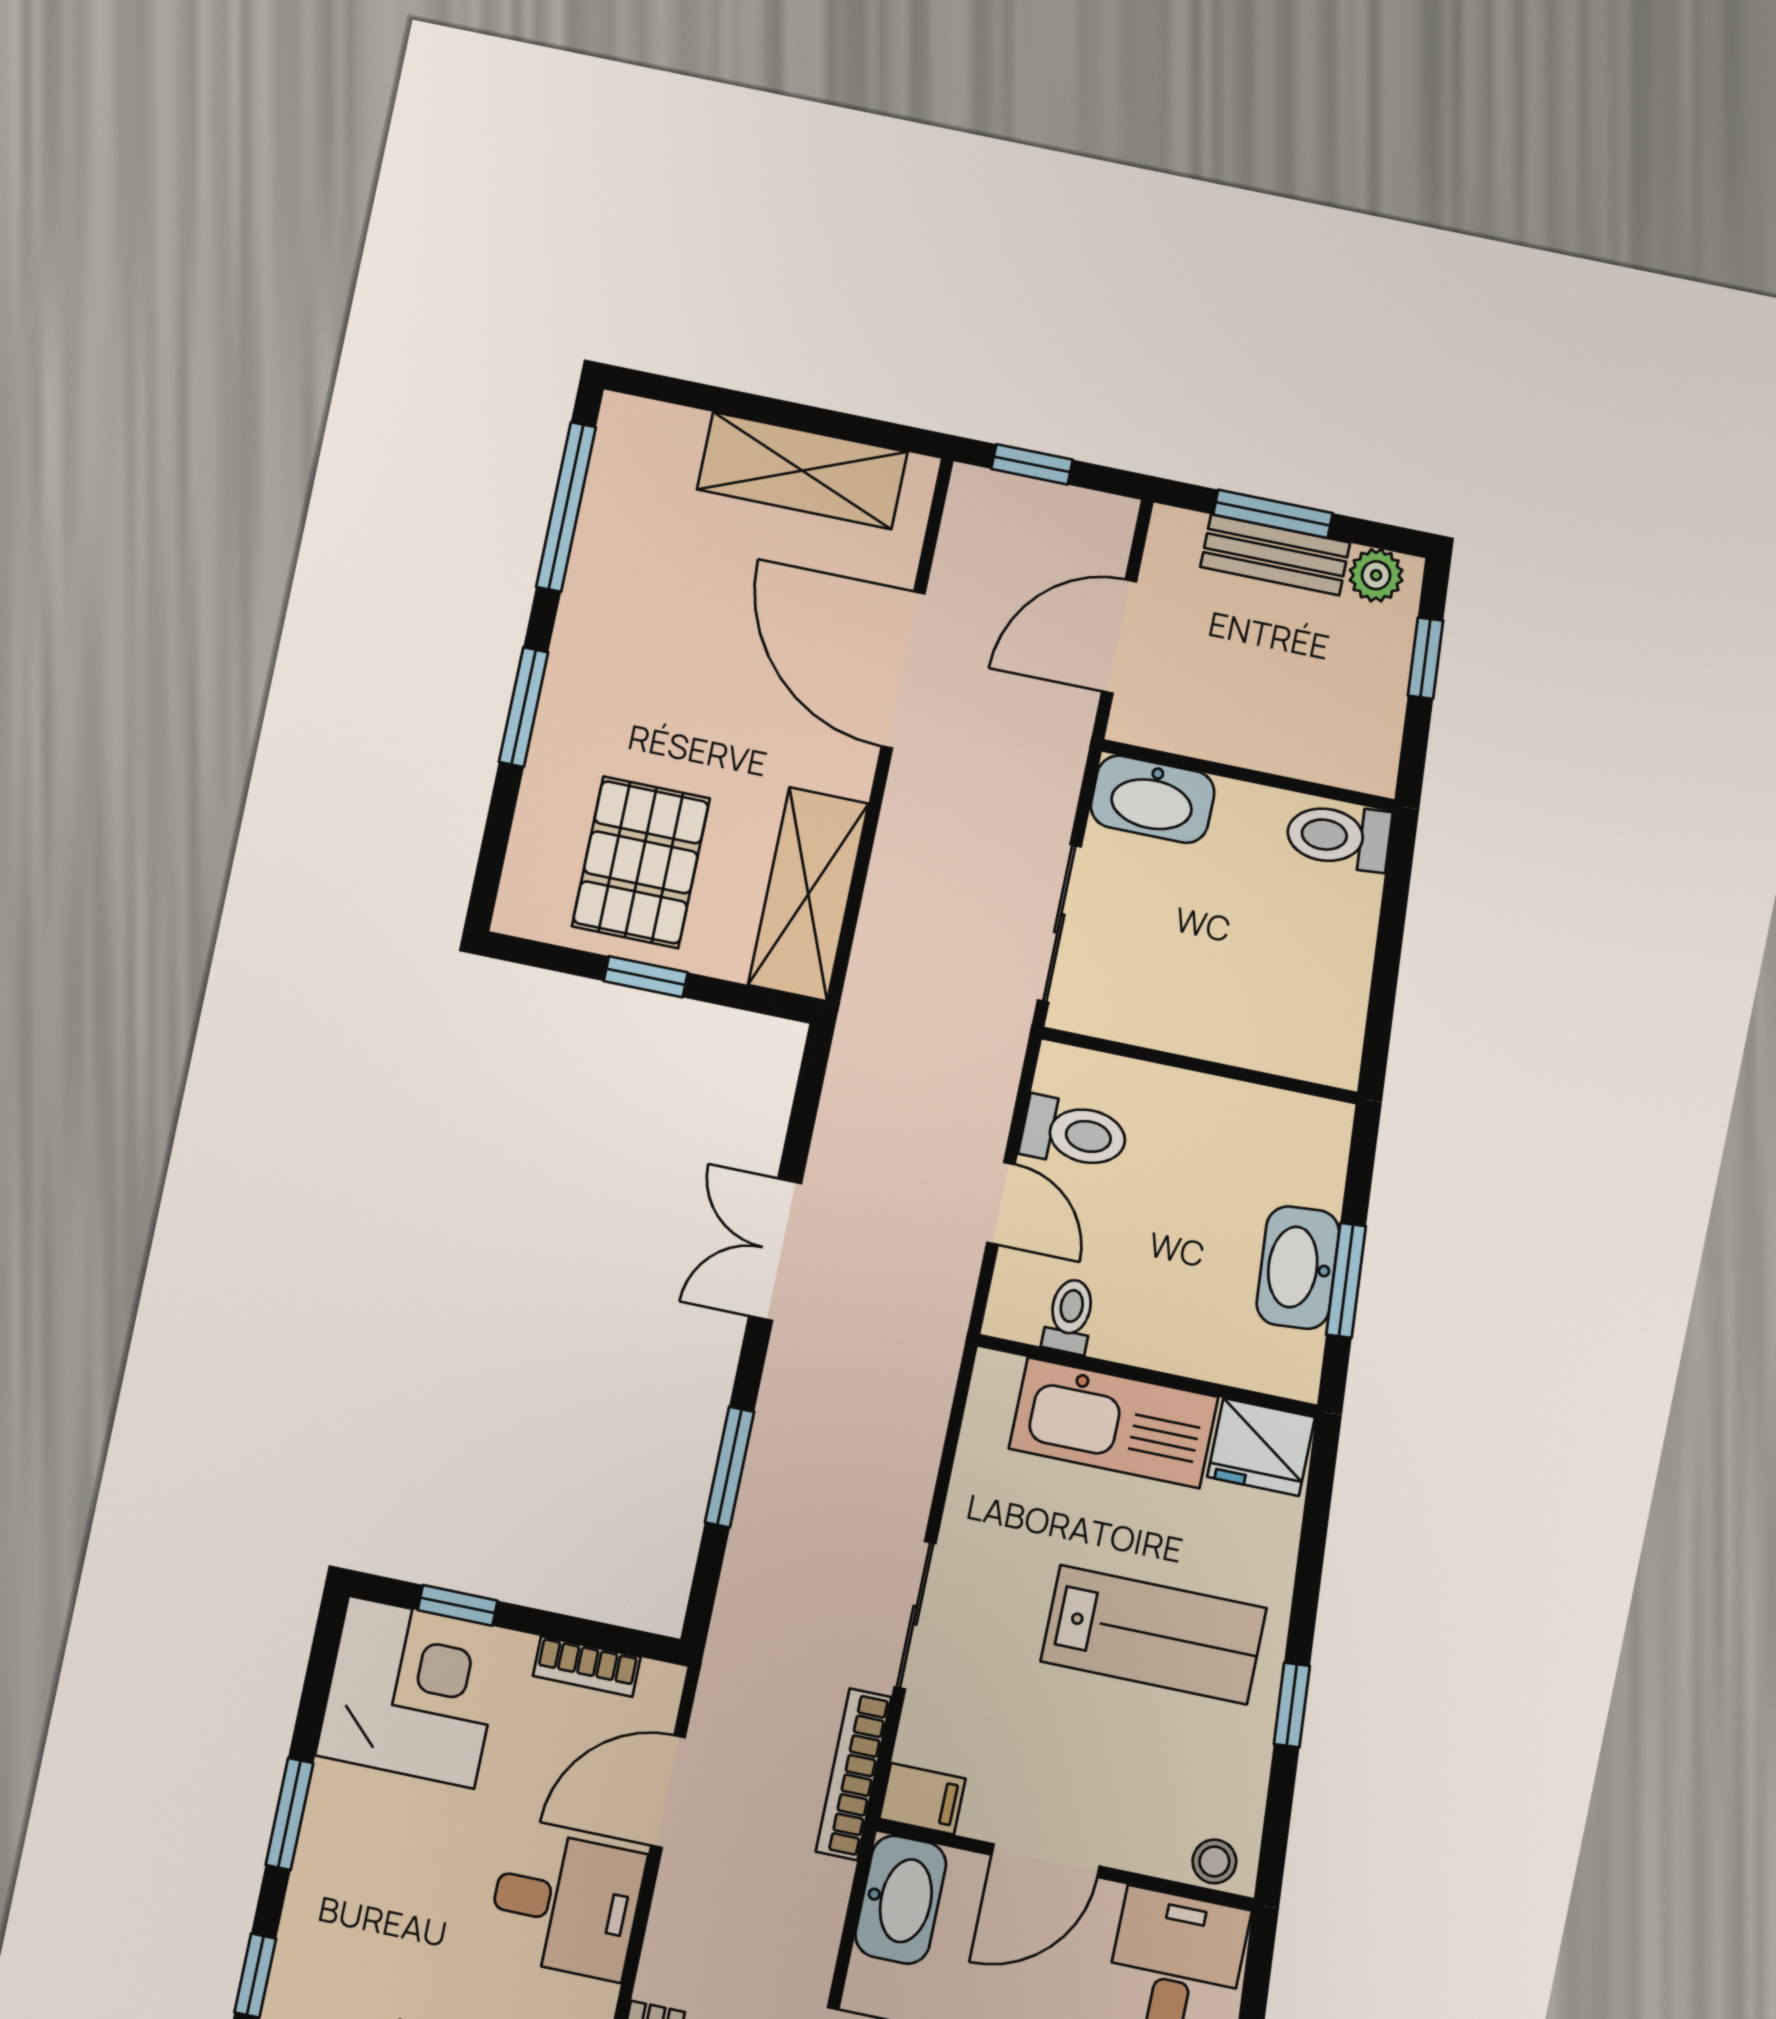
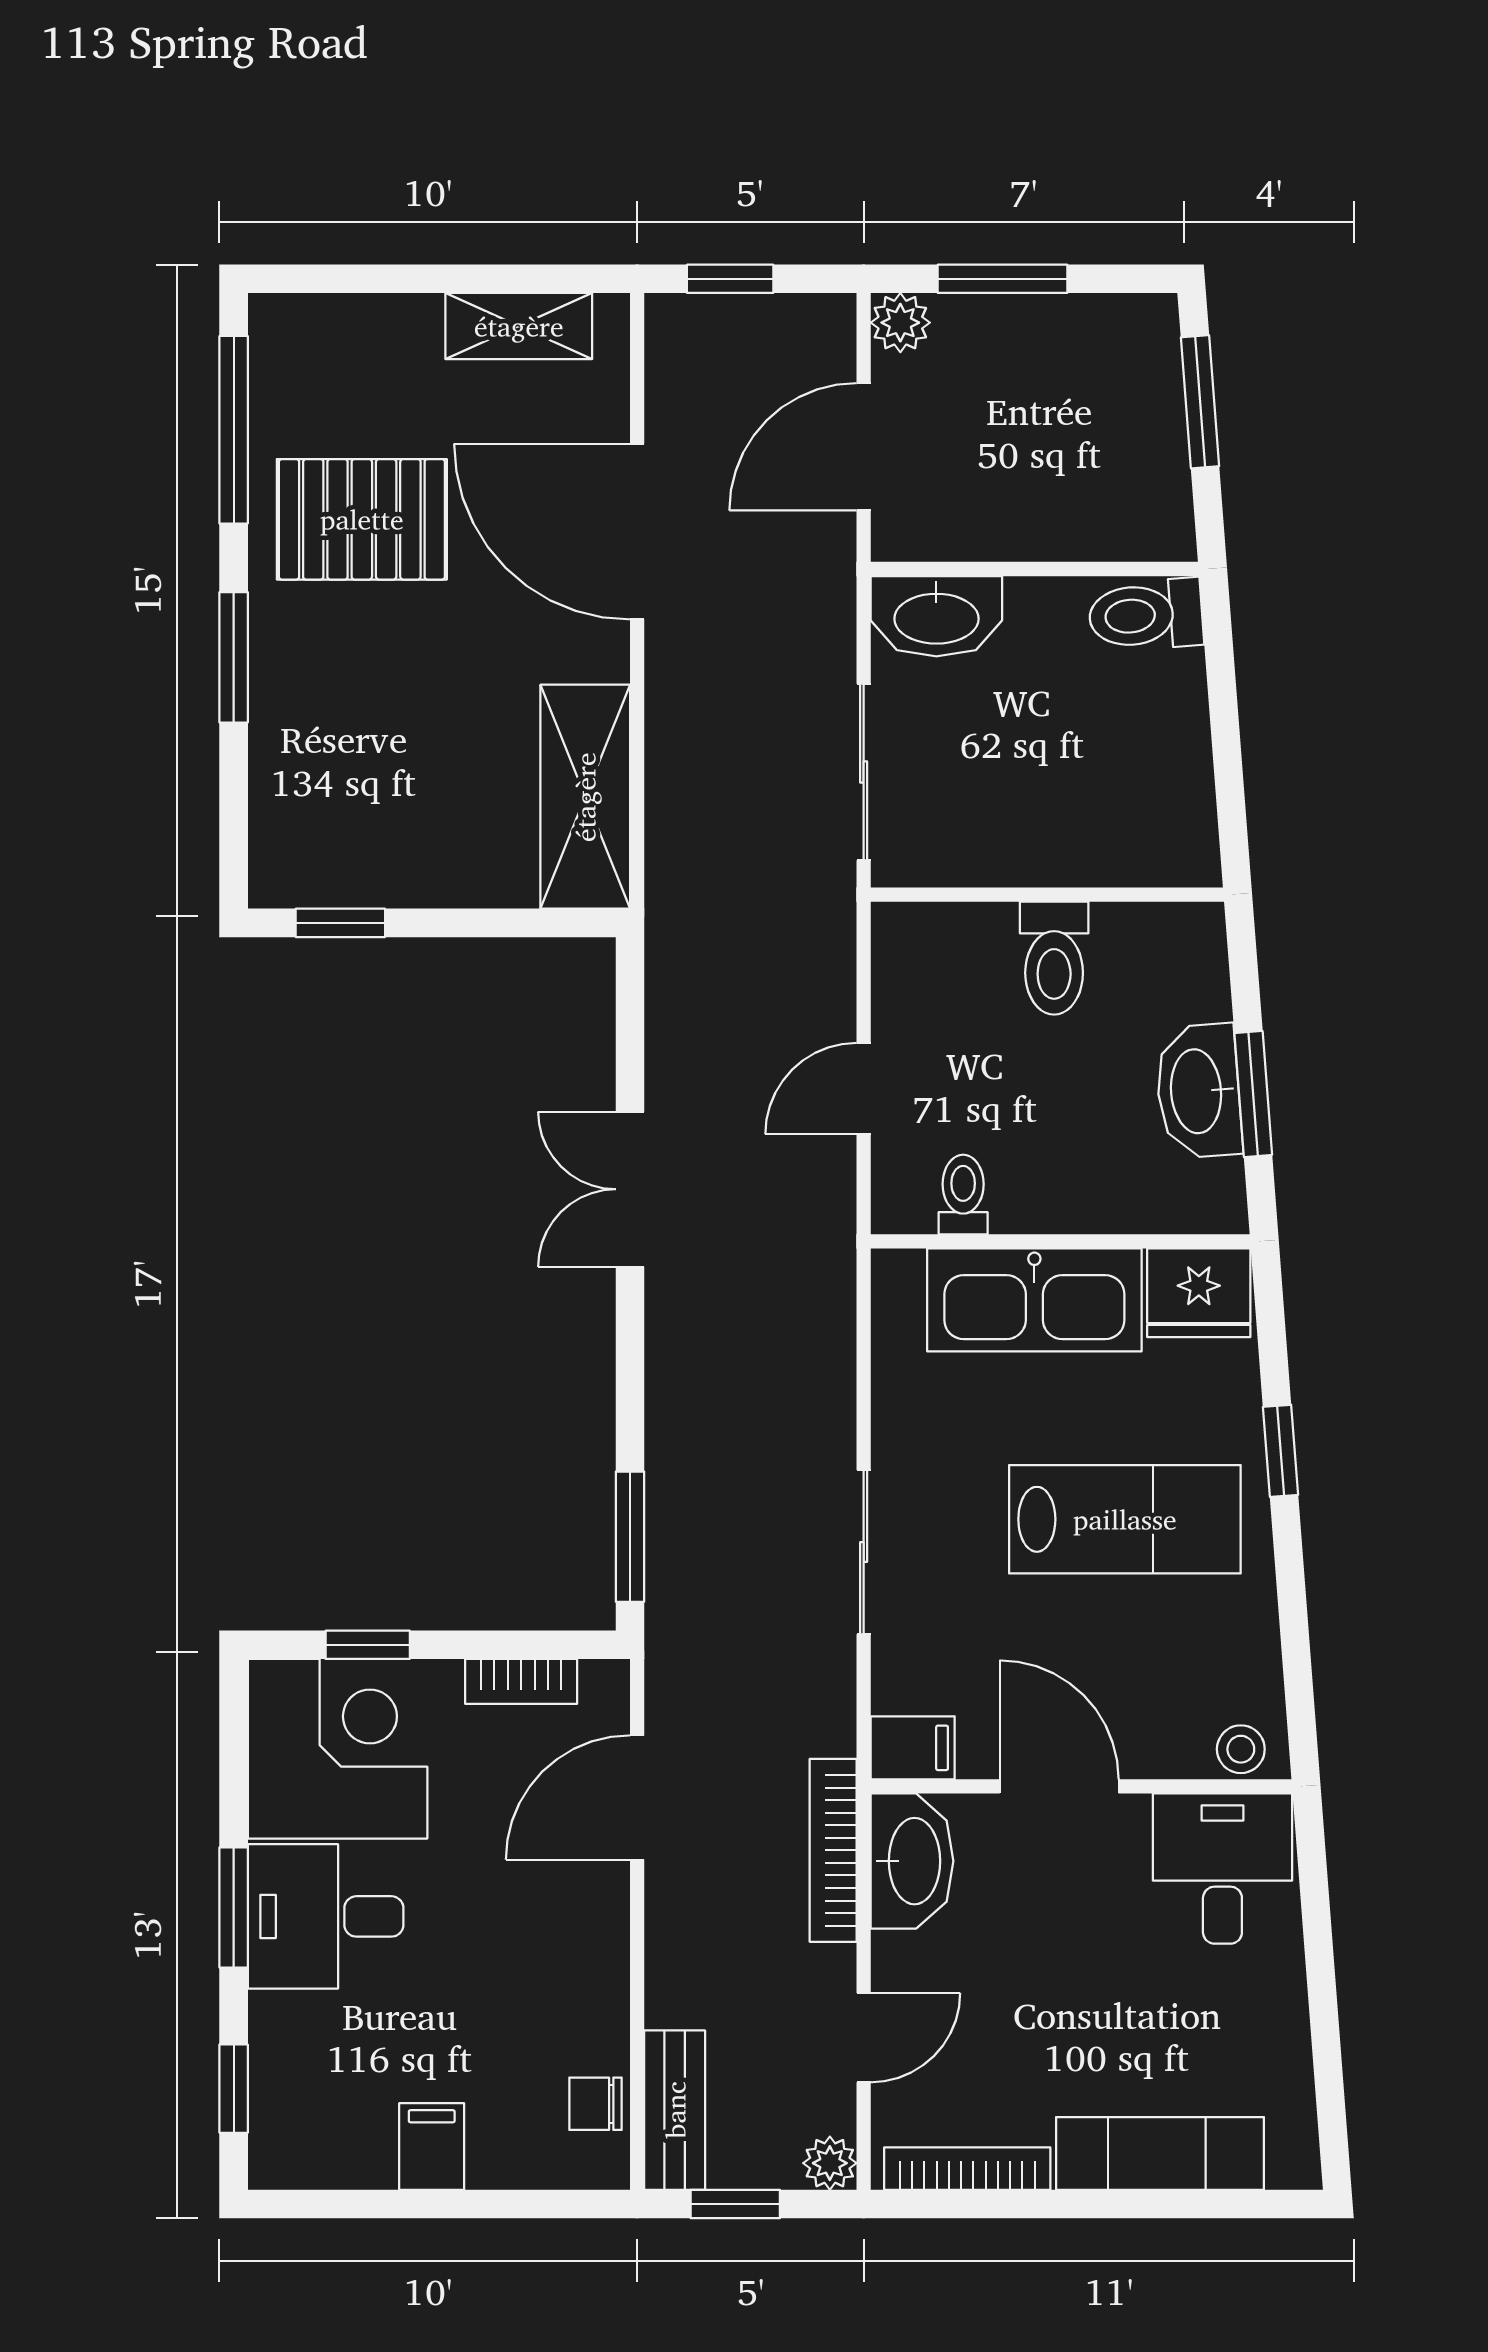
shelving: (802, 471) -> (519, 326), width x0.67, depth x0.75
bench: (1275, 555) -> (1014, 323), removed
plant: (1376, 575) -> (900, 323), moved
window: (1425, 658) -> (1200, 402), width x1.50
pallet: (641, 862) -> (362, 519), moved, turned 90
window: (646, 977) -> (340, 923), moved
toilet: (1074, 1134) -> (1054, 958), moved, turned 90
door: (1001, 1204) -> (864, 1089), swing flipped
window: (730, 1467) -> (630, 1537), moved
window: (1292, 1705) -> (1281, 1451), moved
bookcase: (854, 1774) -> (833, 1850), moved
door: (1045, 1861) -> (1059, 1786), swing flipped
desk: (566, 1904) -> (326, 1916), moved, turned 180

